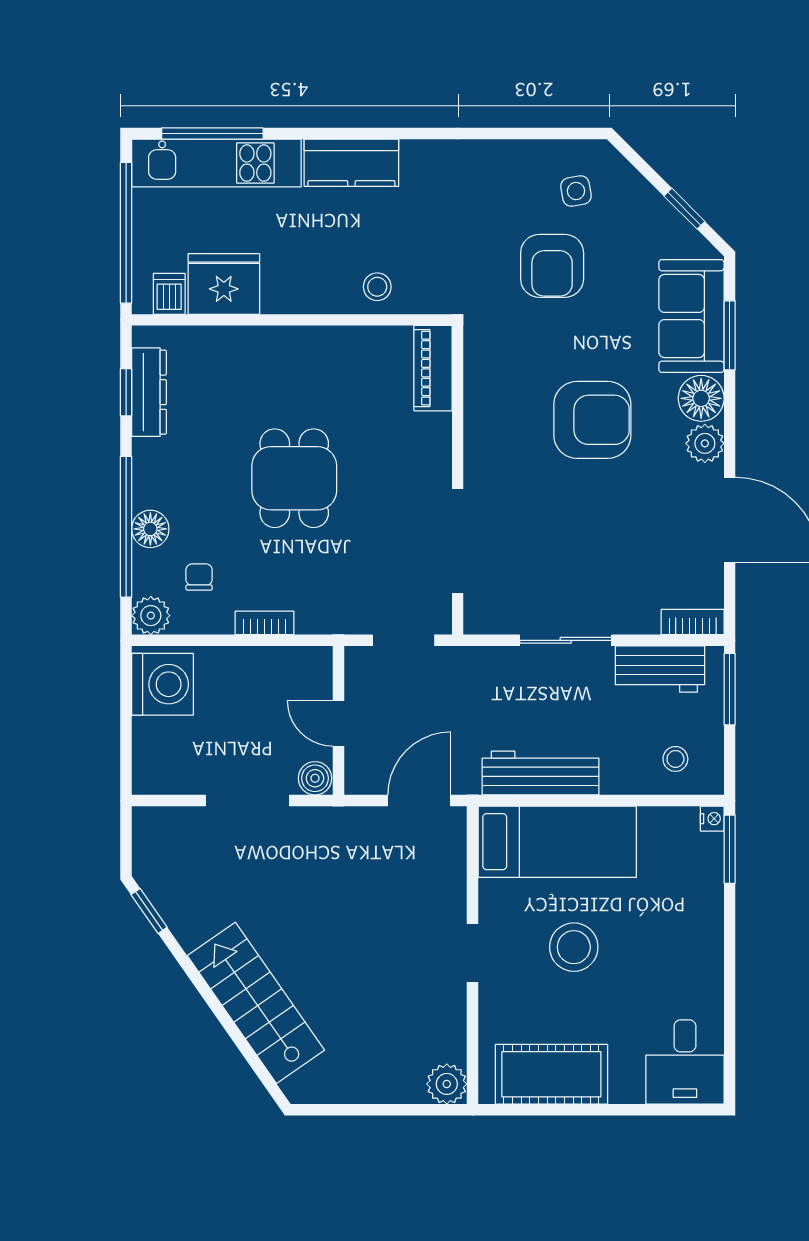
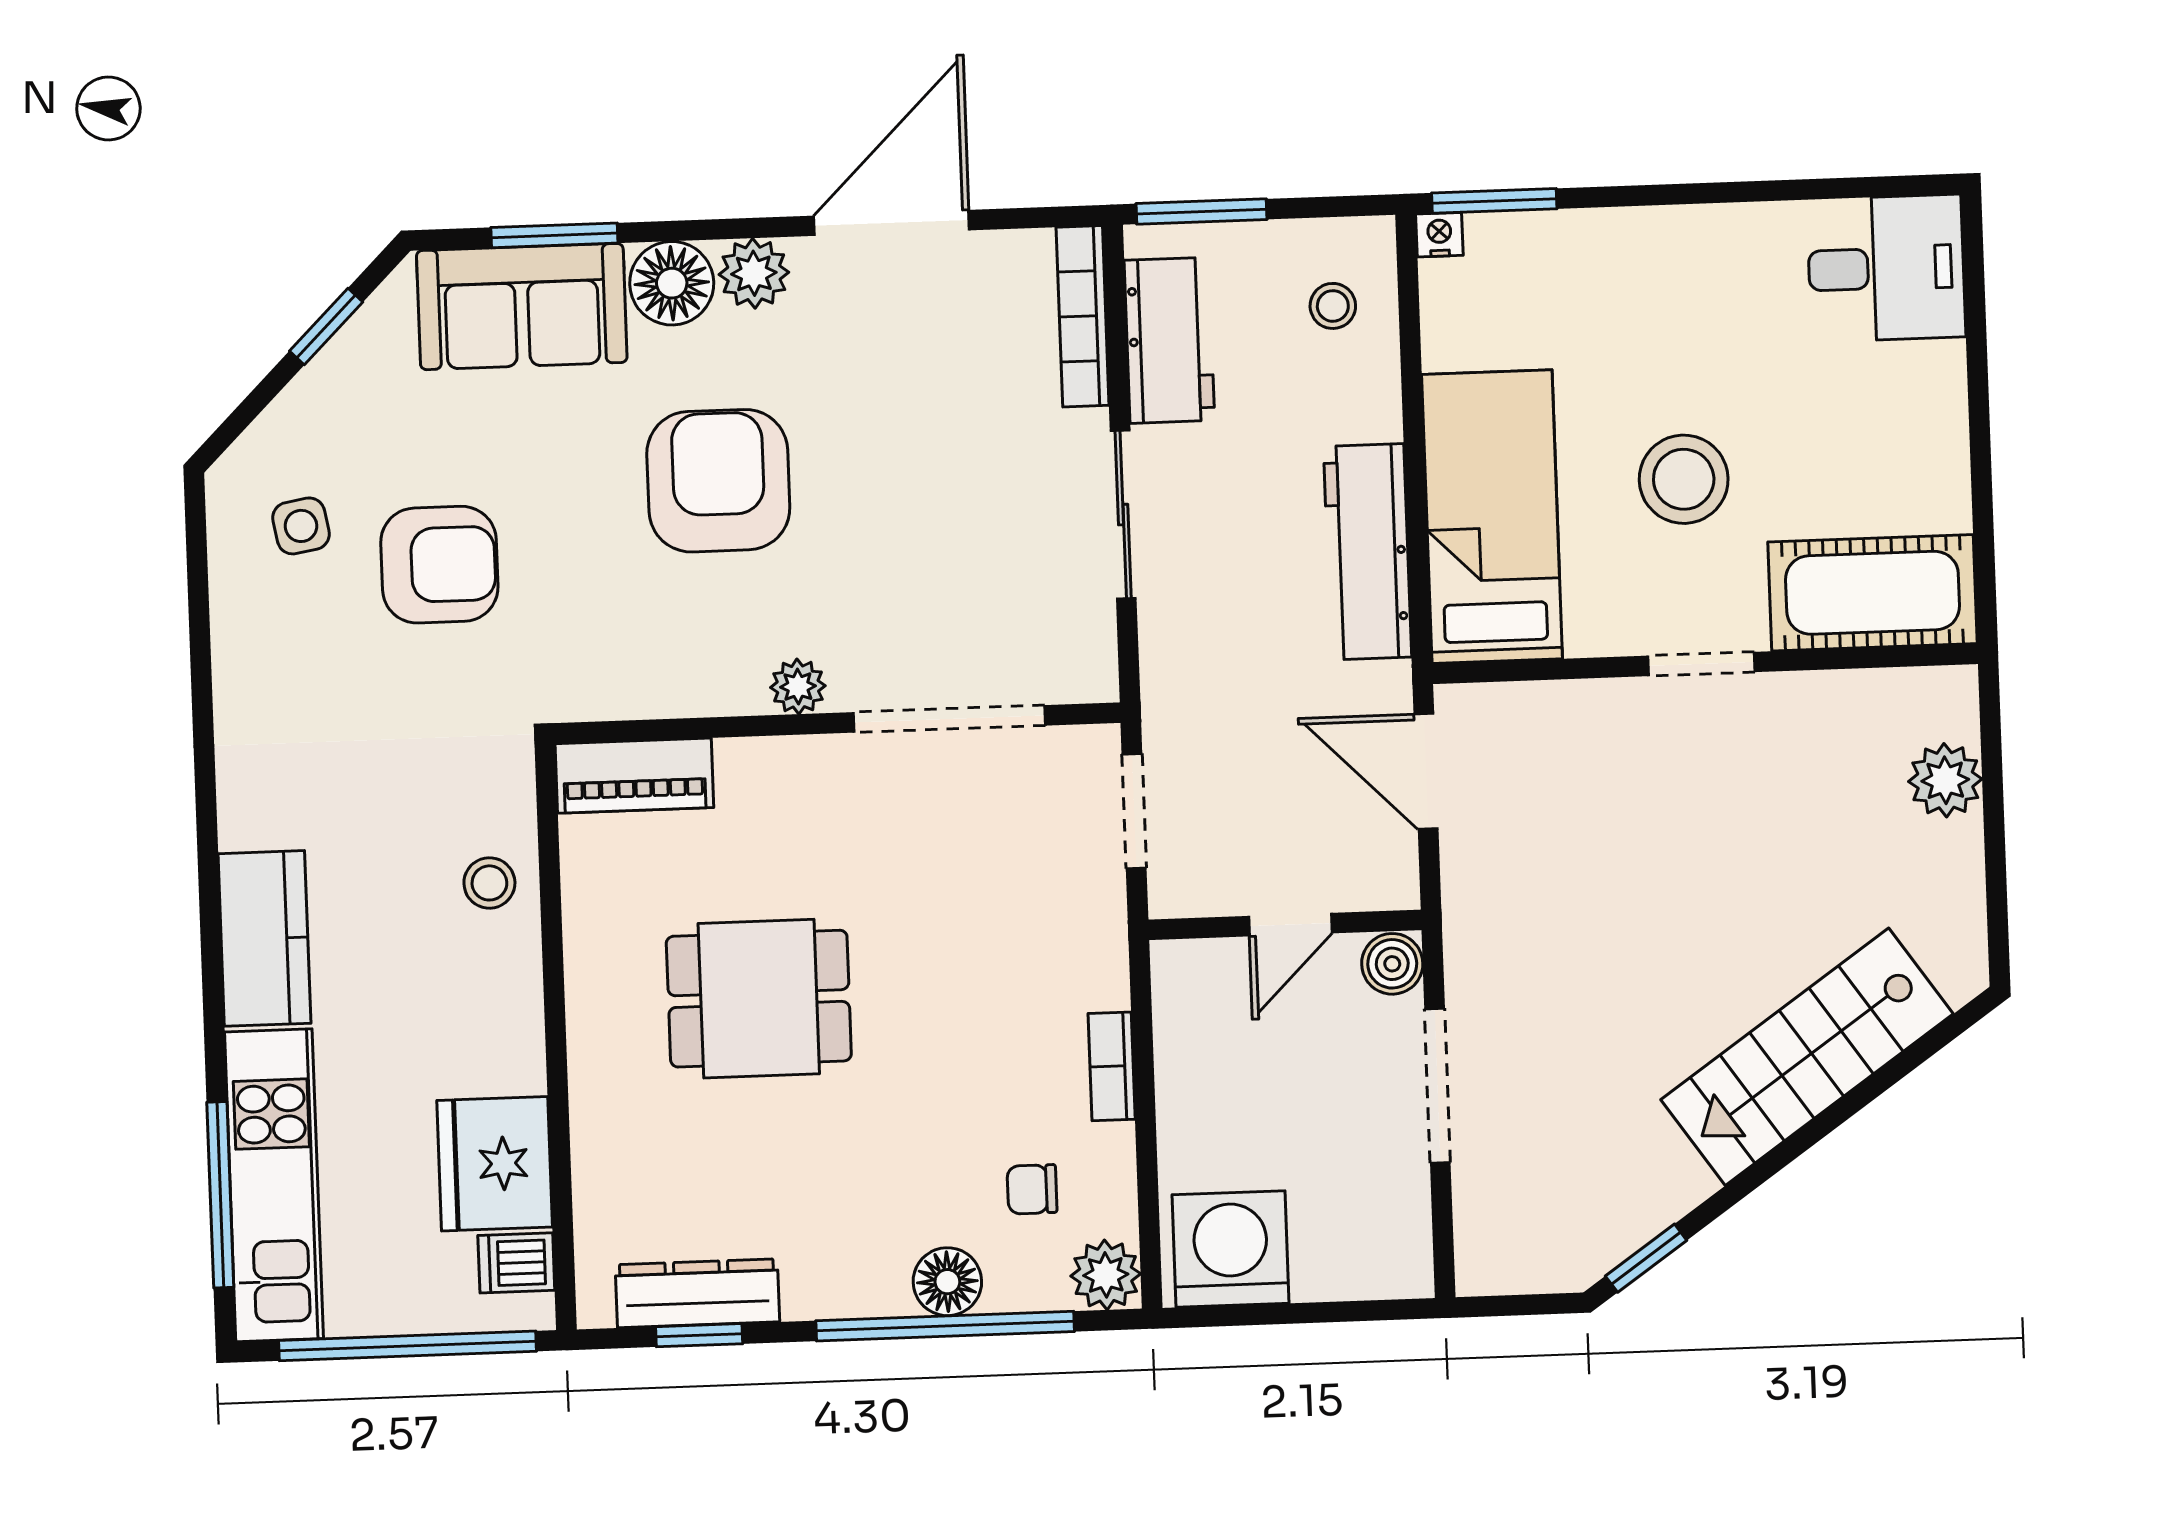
plant: (478, 459) -> (798, 687), added
dining table: (294, 478) -> (759, 999), moved
bookcase: (693, 622) -> (1083, 316), width x1.56
cot: (551, 1074) -> (1873, 593), moved, turned 90
plant: (447, 1084) -> (1945, 780), moved

